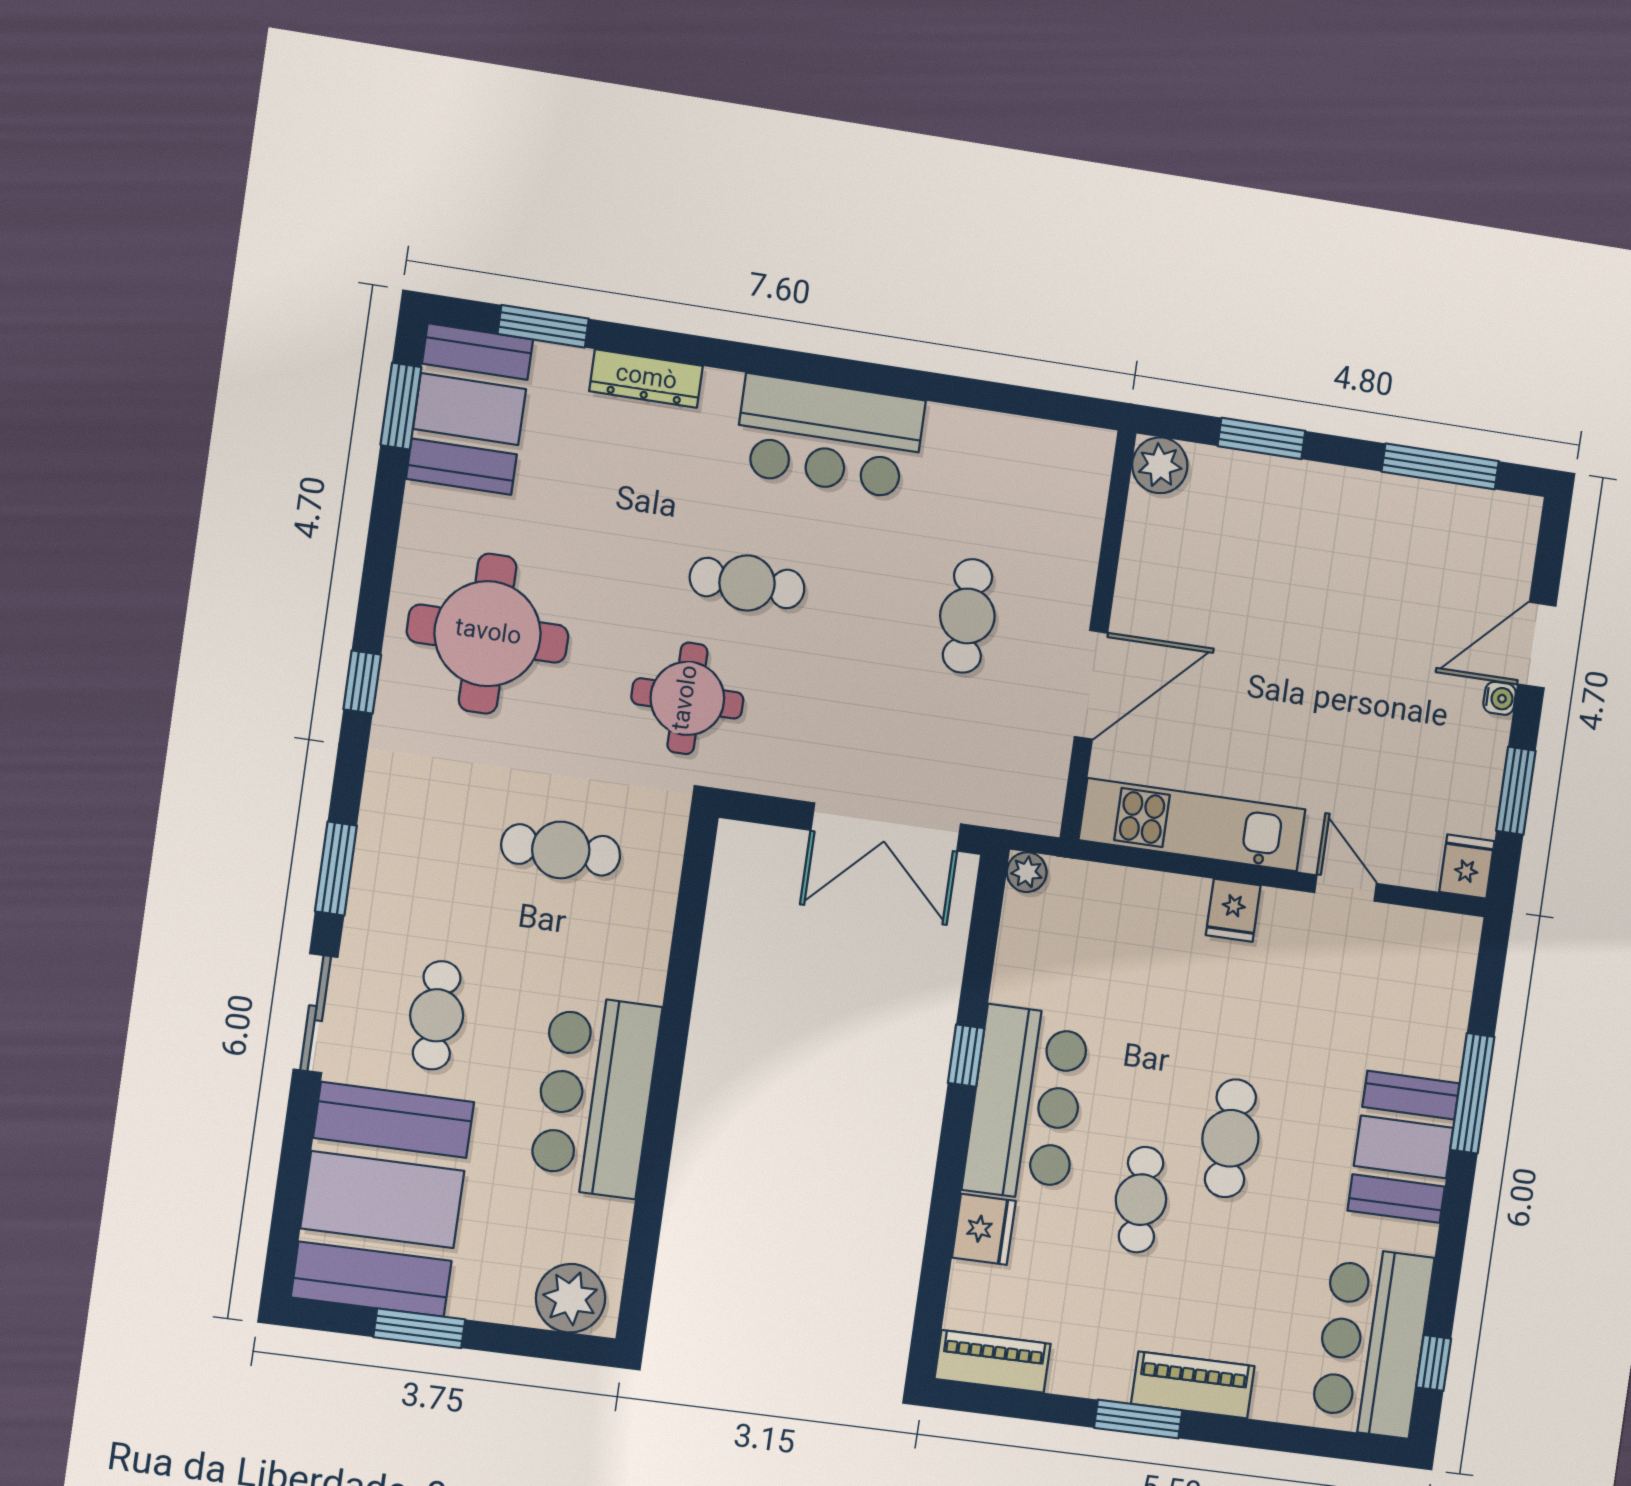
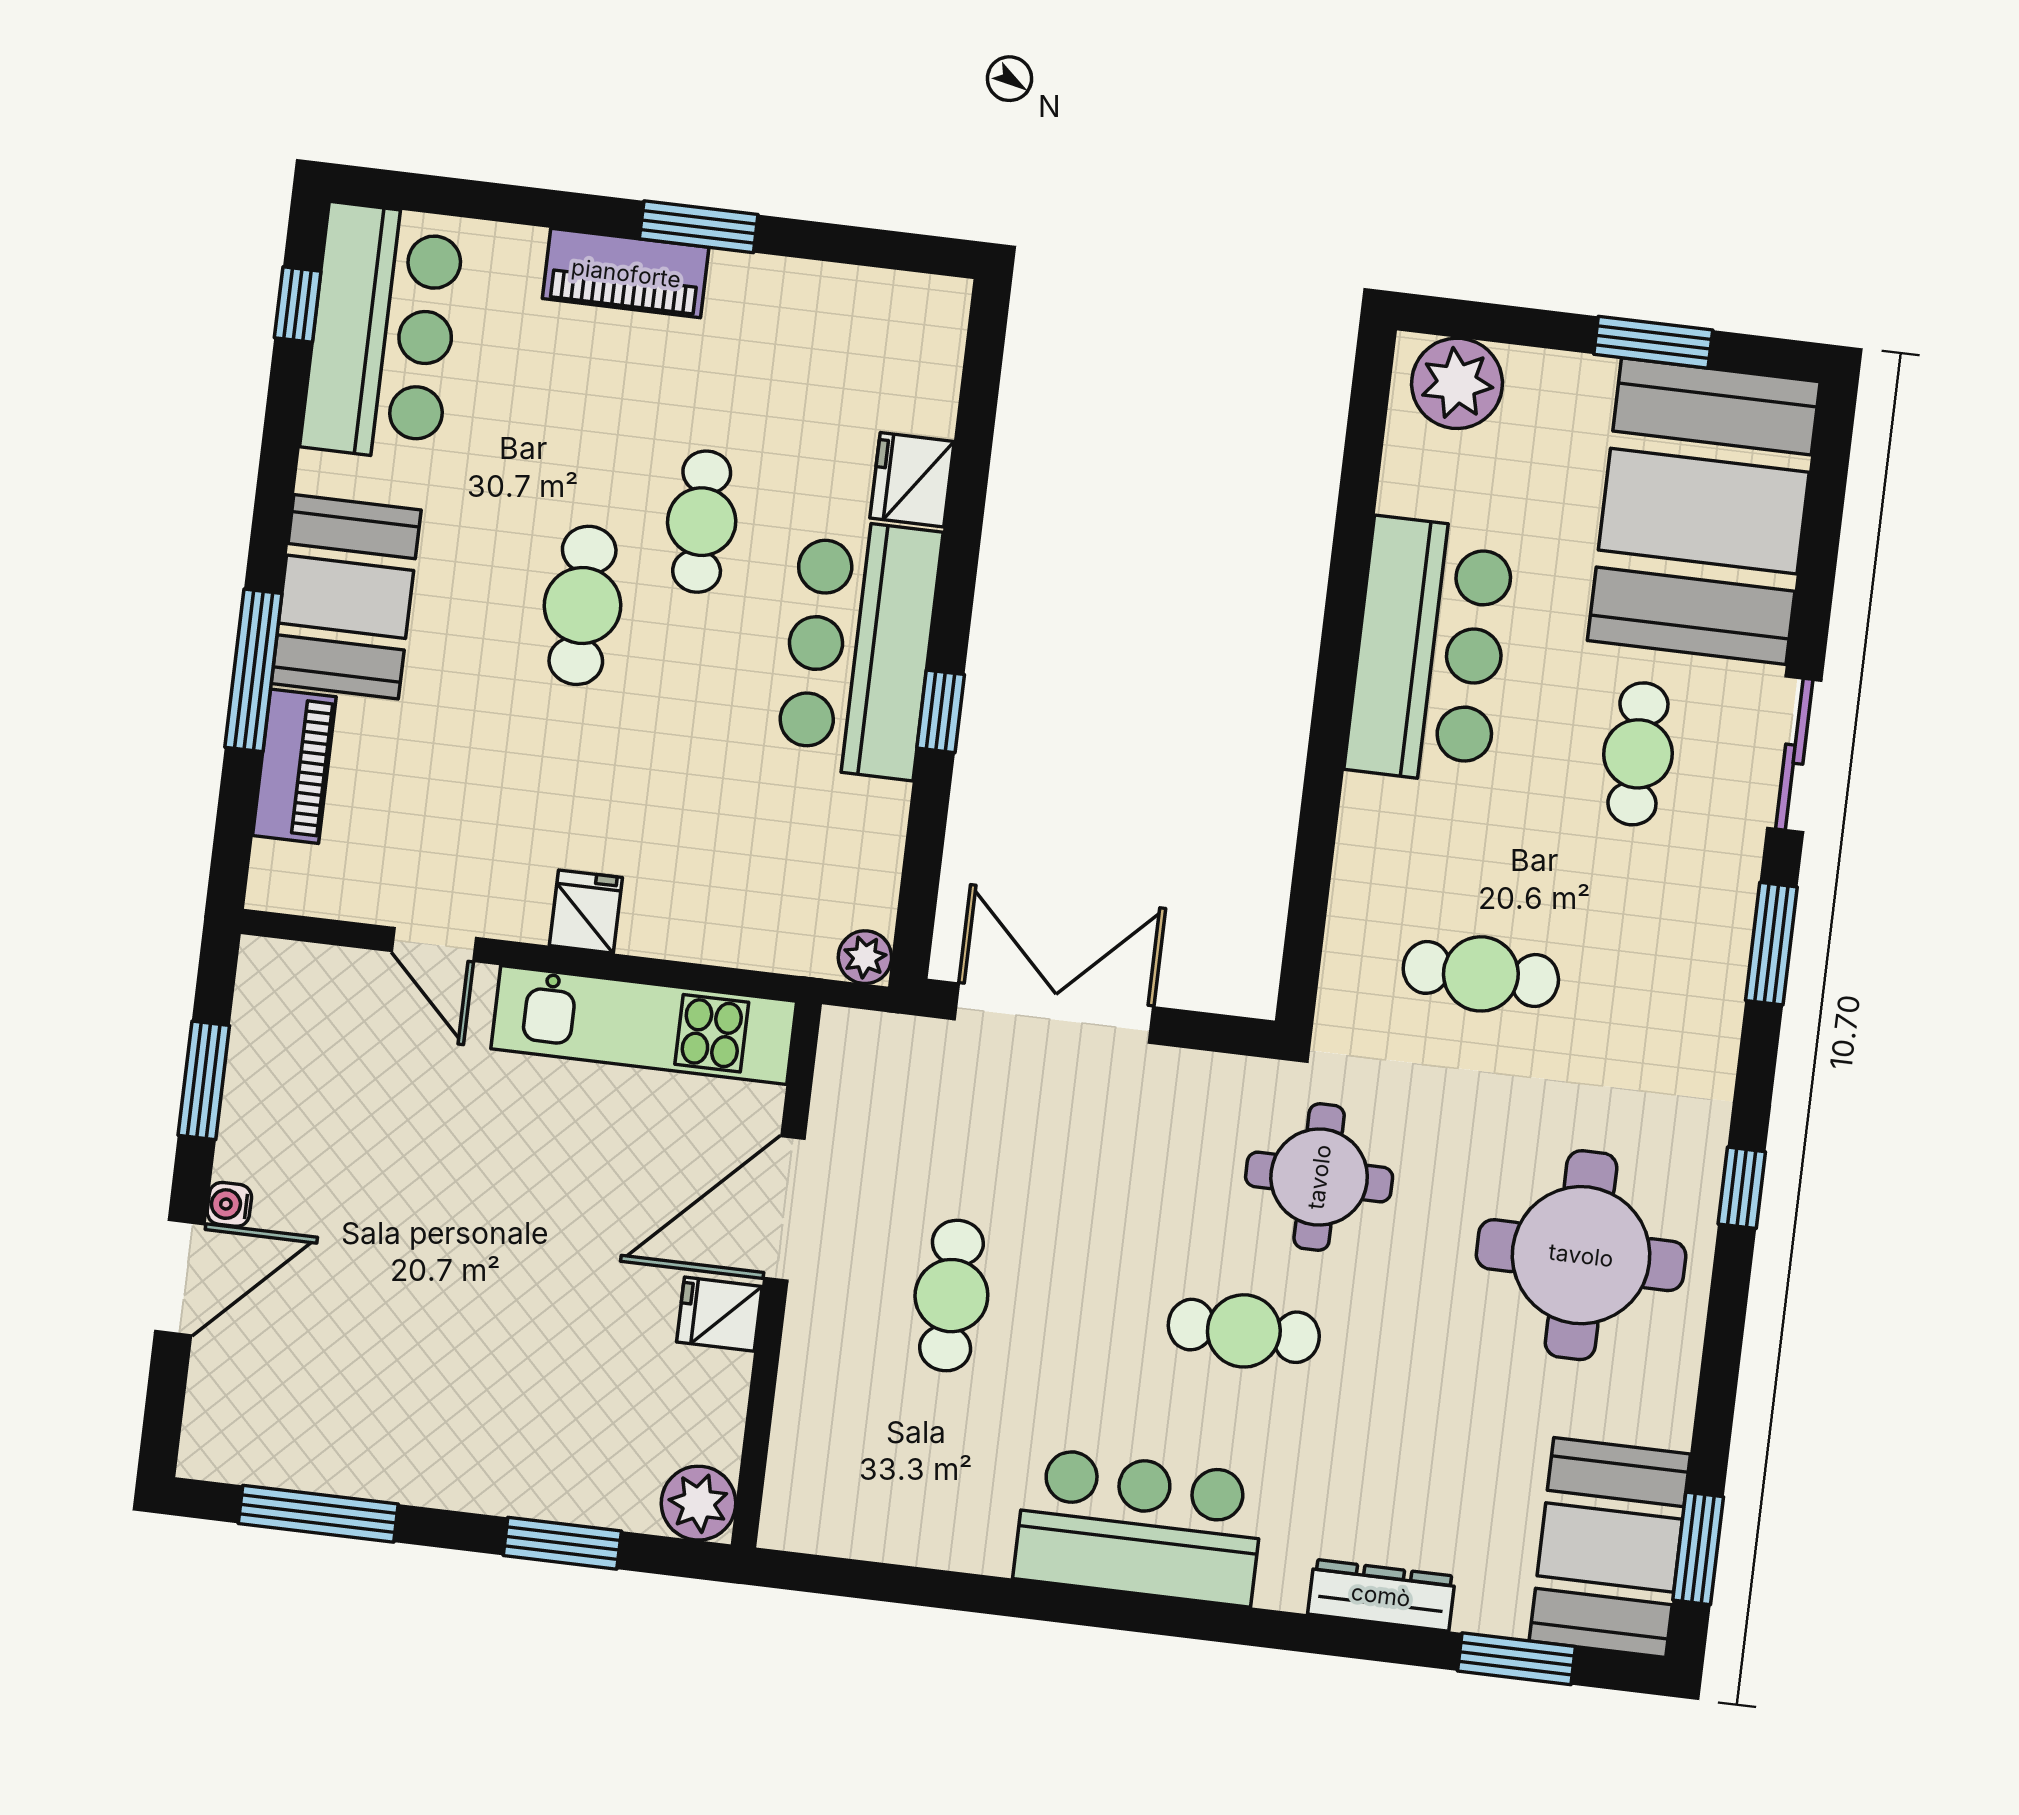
fridge: (1467, 866) -> (719, 1314), moved, turned 90
piano: (993, 1361) -> (294, 766), moved, turned -90

